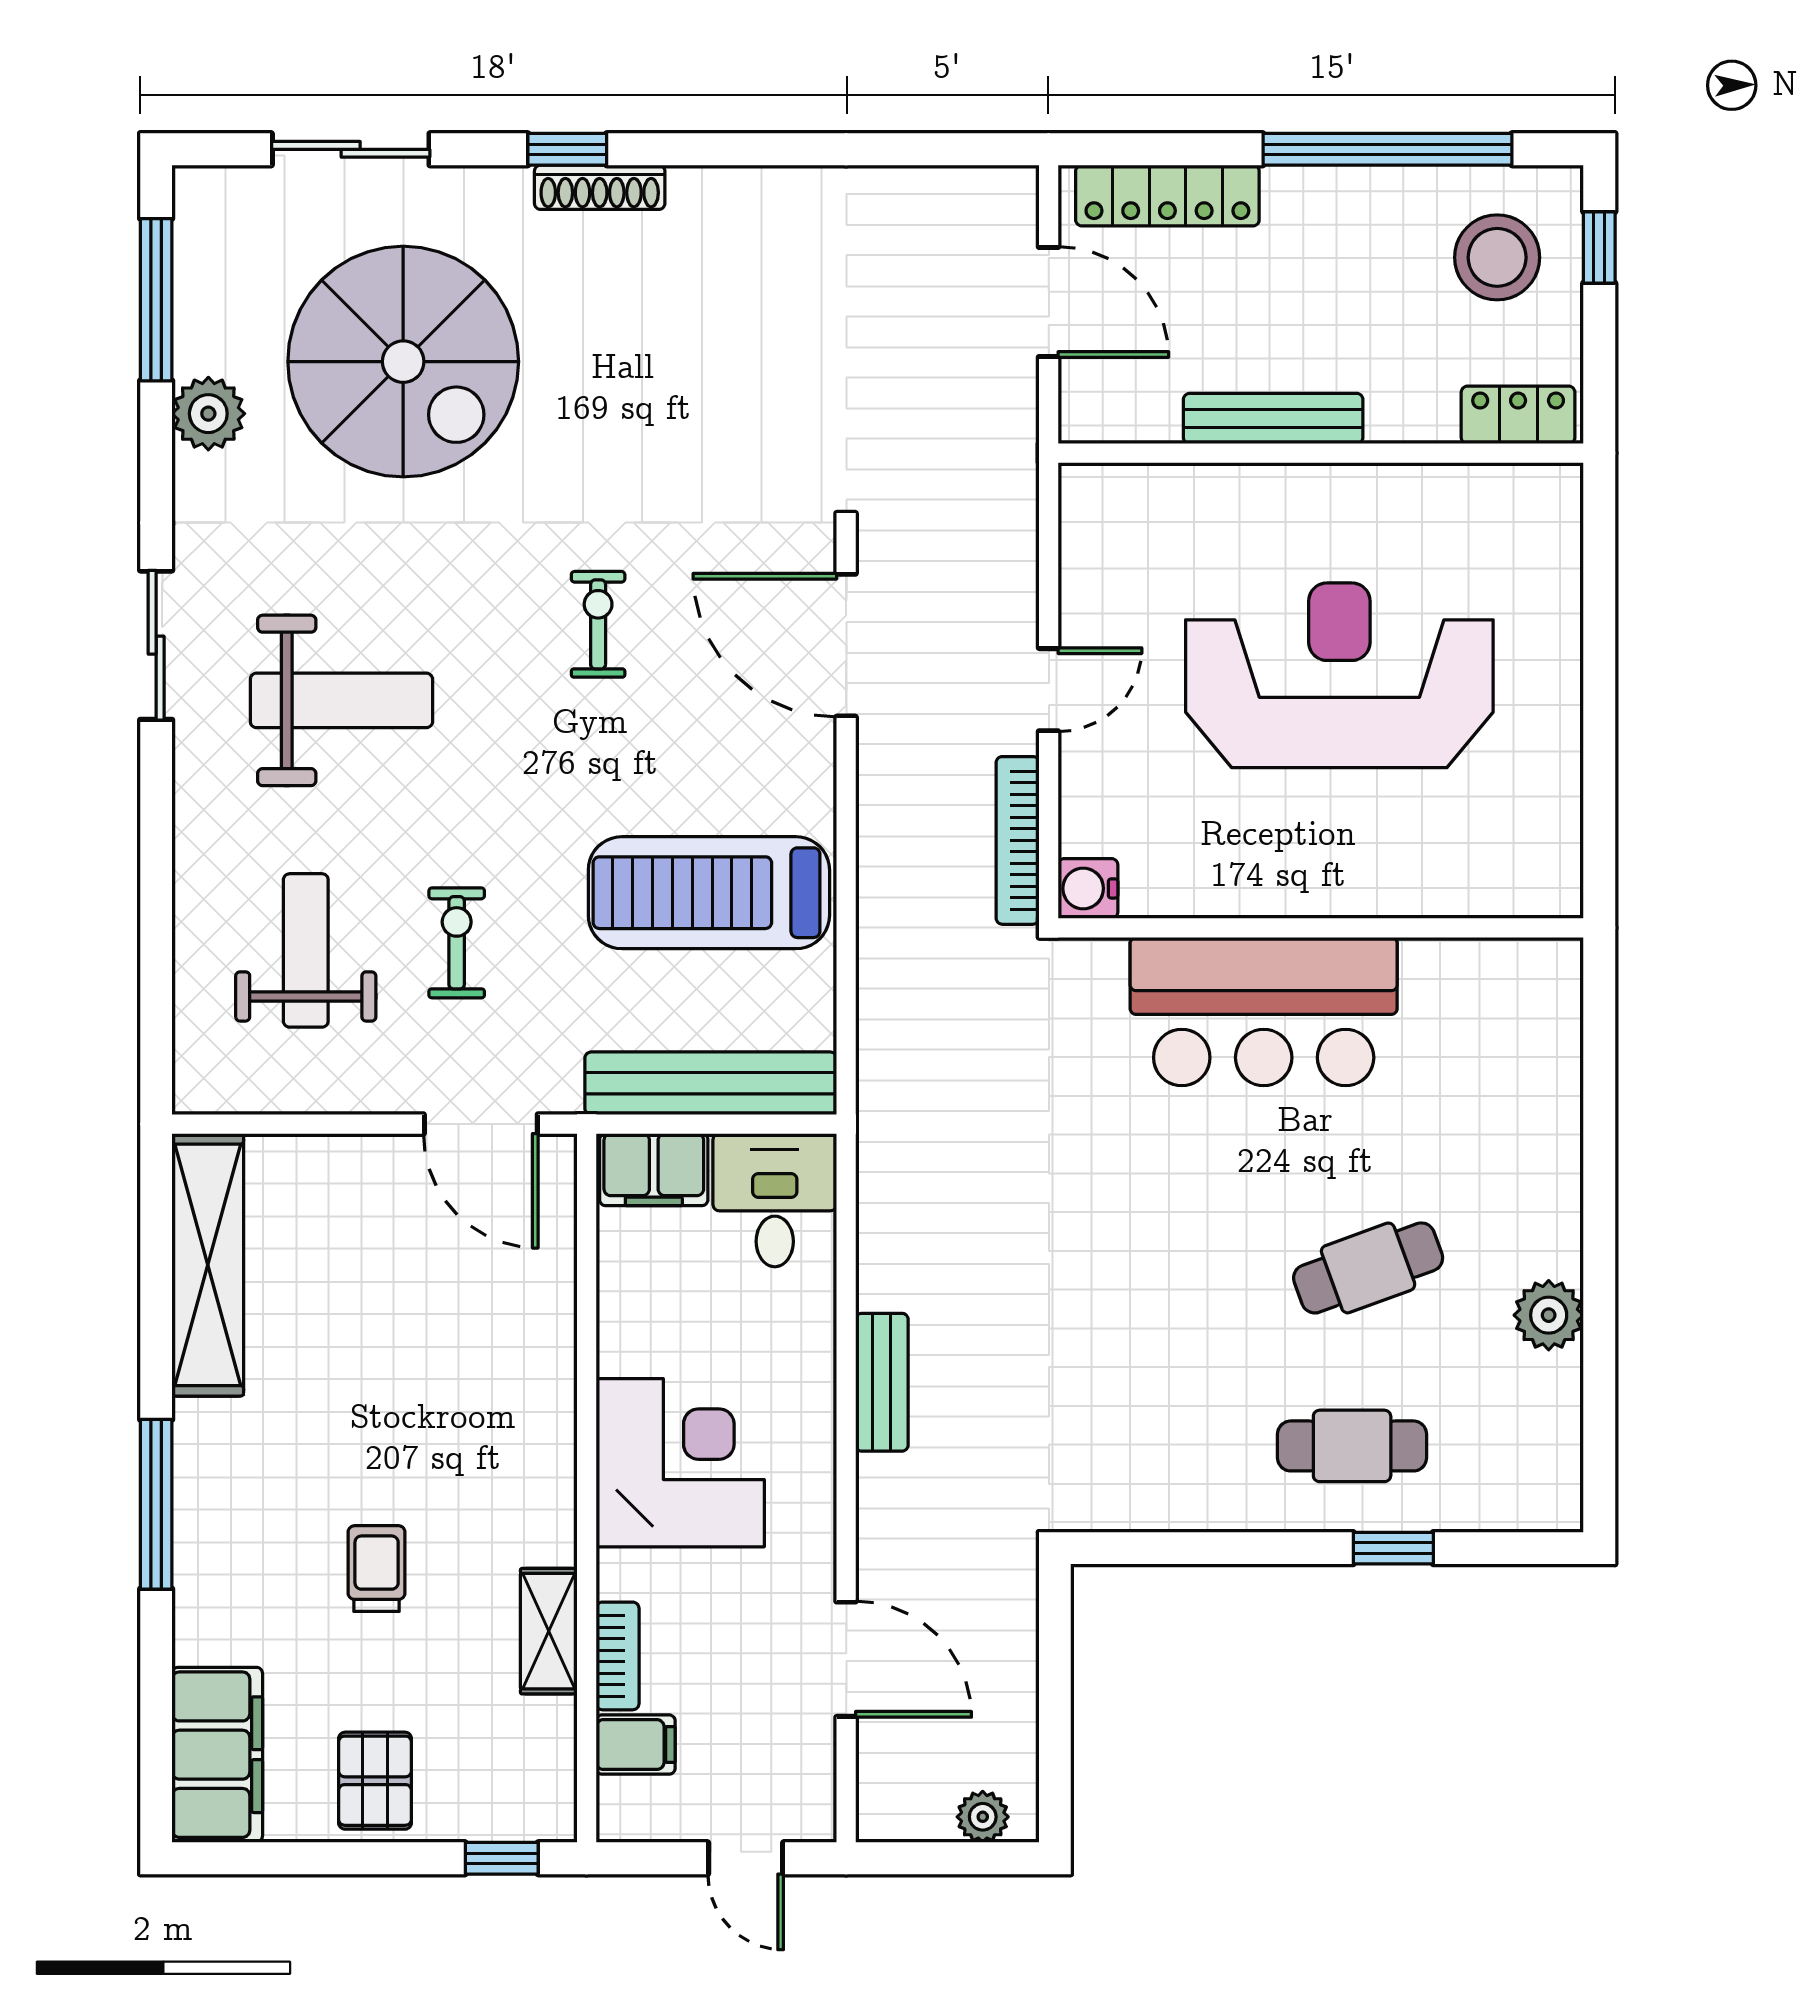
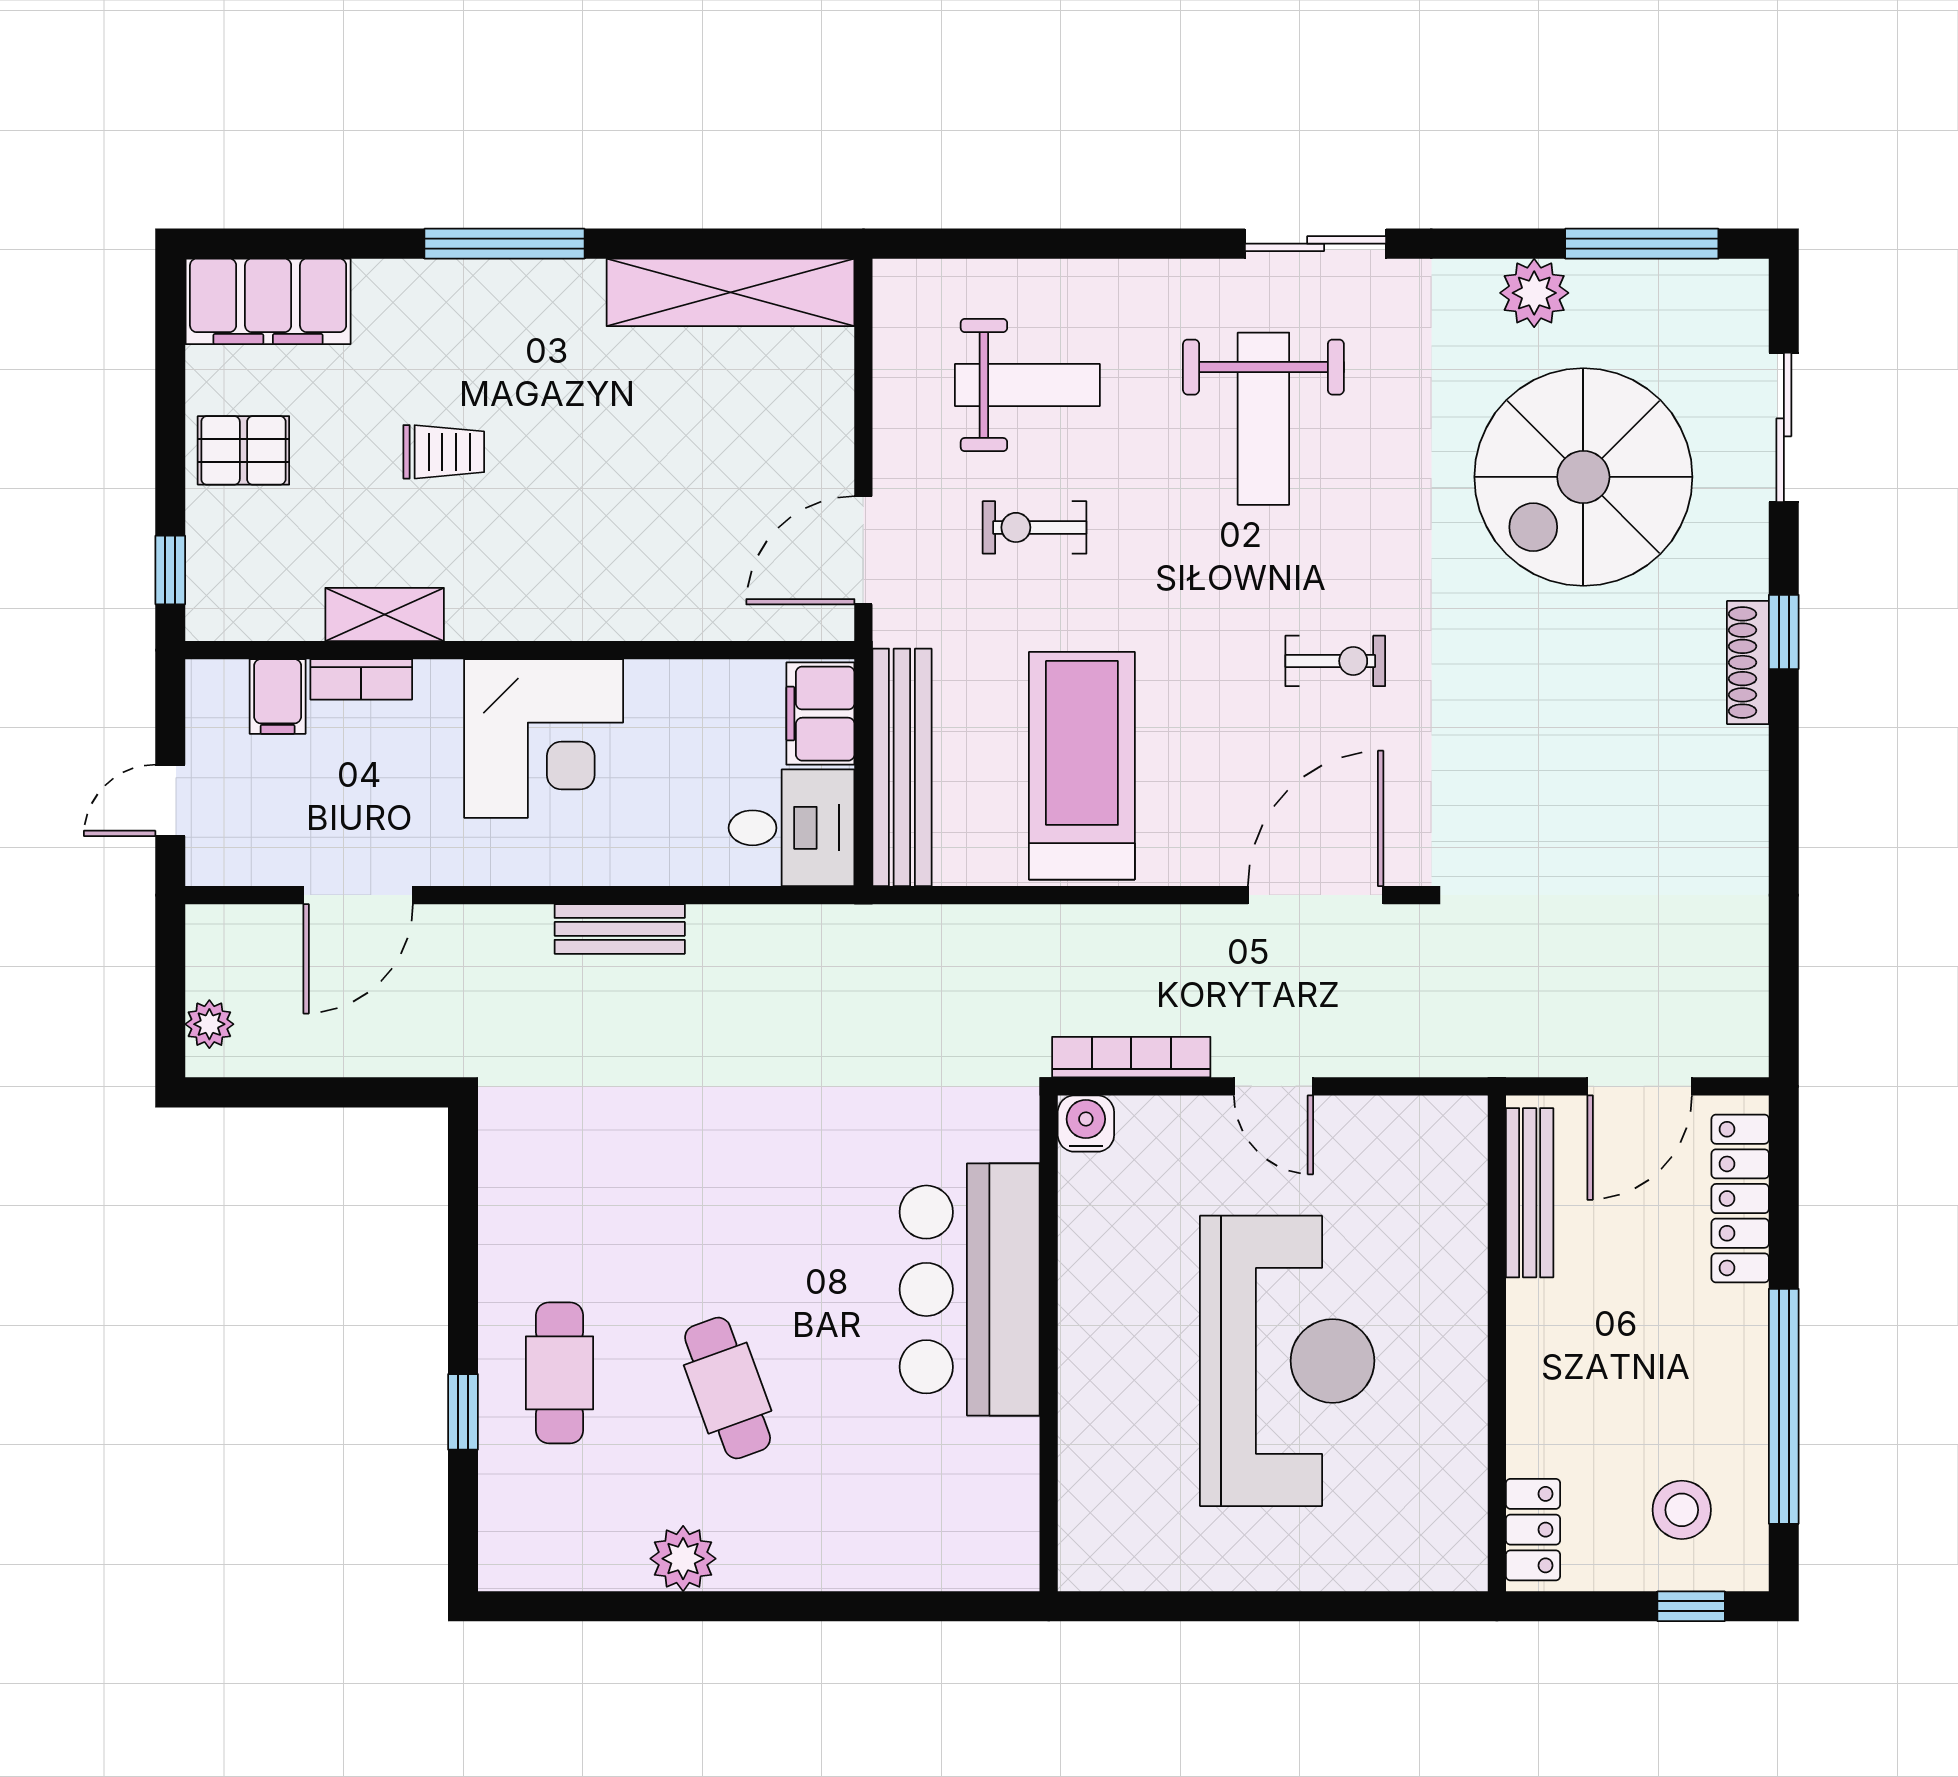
stool: (1497, 257) -> (1682, 1510), width x0.73, depth x0.73
bench: (1273, 418) -> (1530, 1193), moved
exercise bike: (457, 943) -> (1035, 527), turned 180

